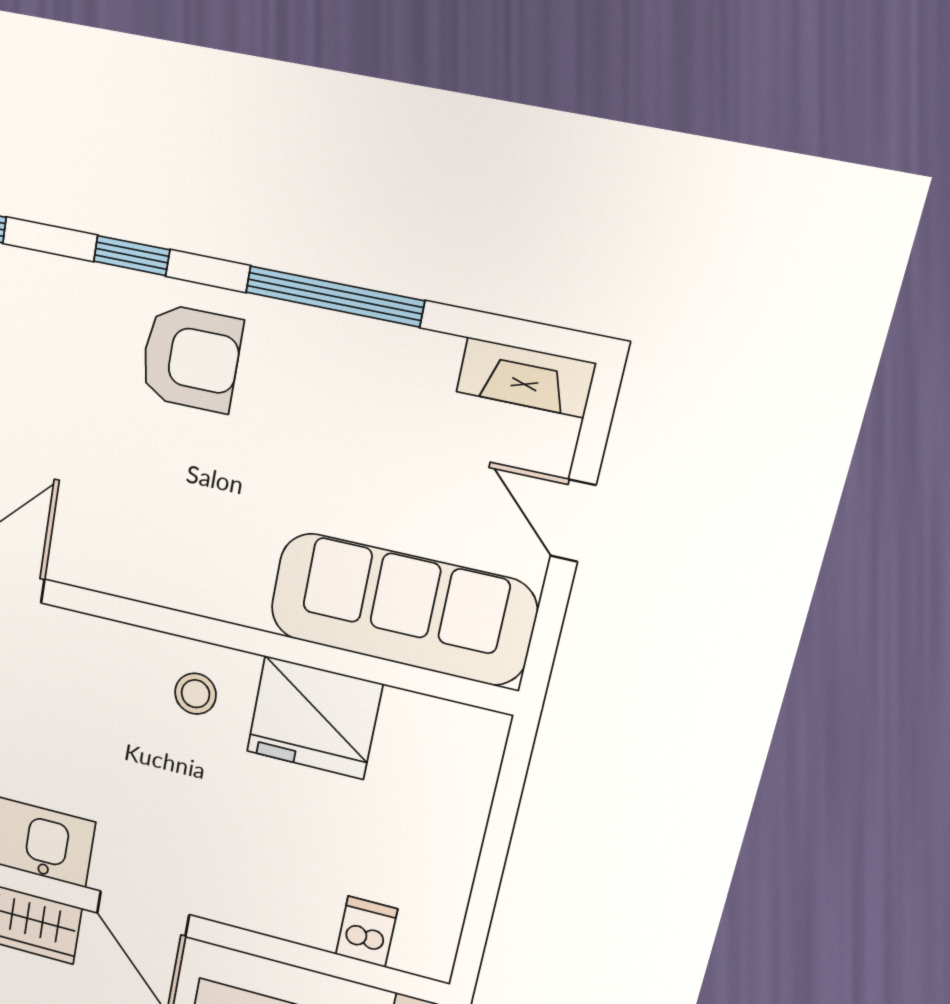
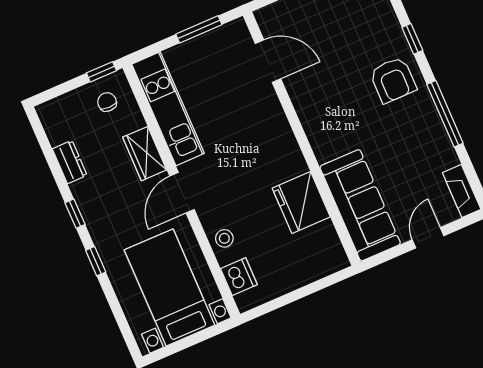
stool: (196, 694) -> (224, 238), moved
dishwasher: (366, 932) -> (239, 277), width x1.38

